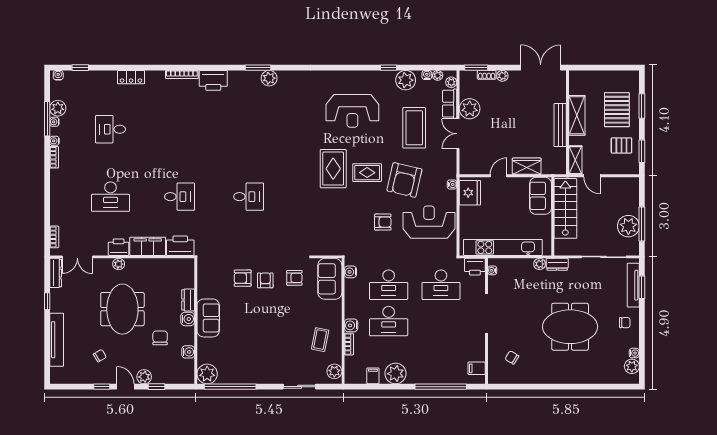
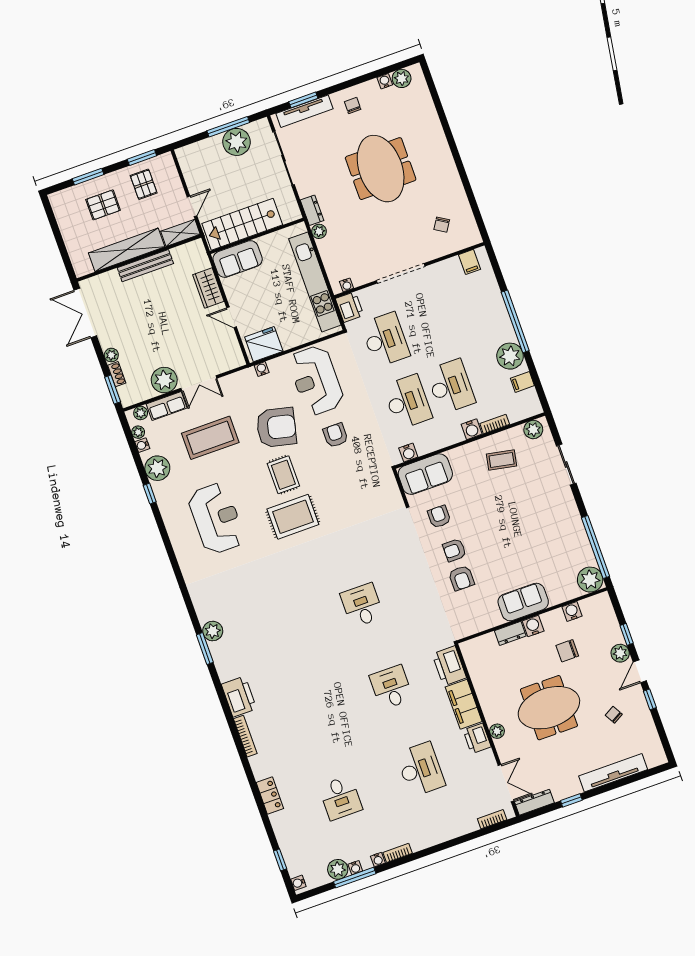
pallet: (617, 110) -> (103, 205), width x0.67, depth x0.71
shelving: (577, 115) -> (127, 250), width x1.47
window: (441, 387) -> (515, 321), moved

